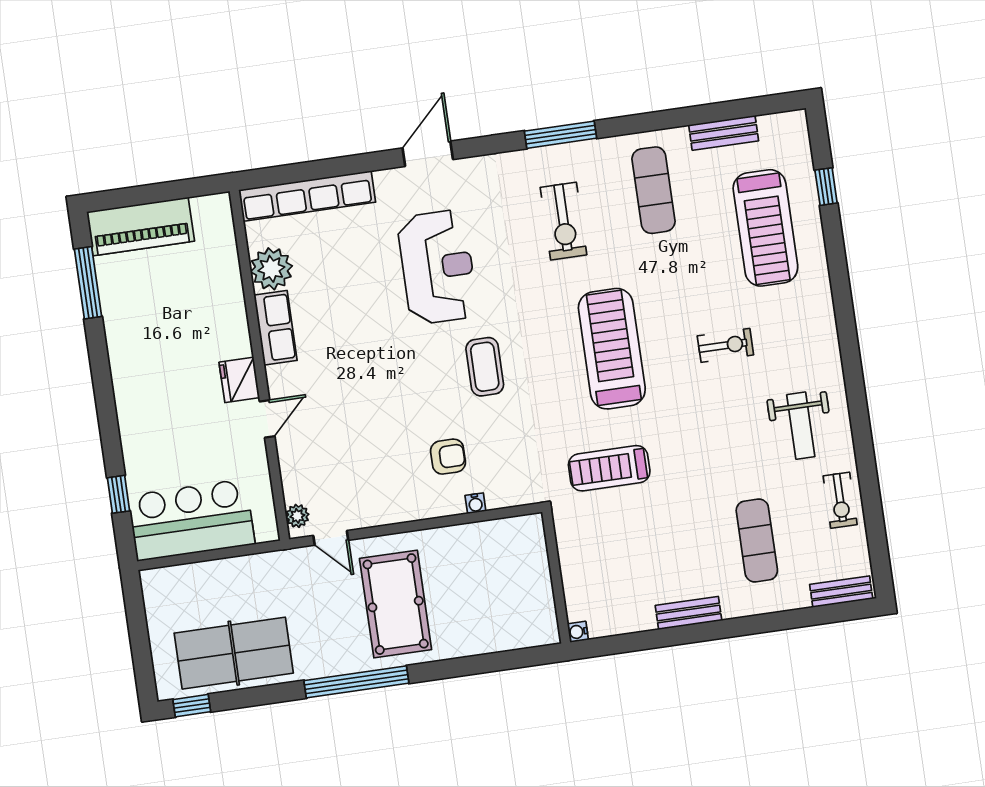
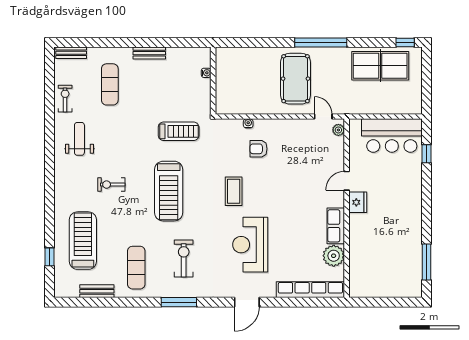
piano: (141, 226) -> (396, 286), removed
water cooler: (578, 632) -> (206, 73), moved

